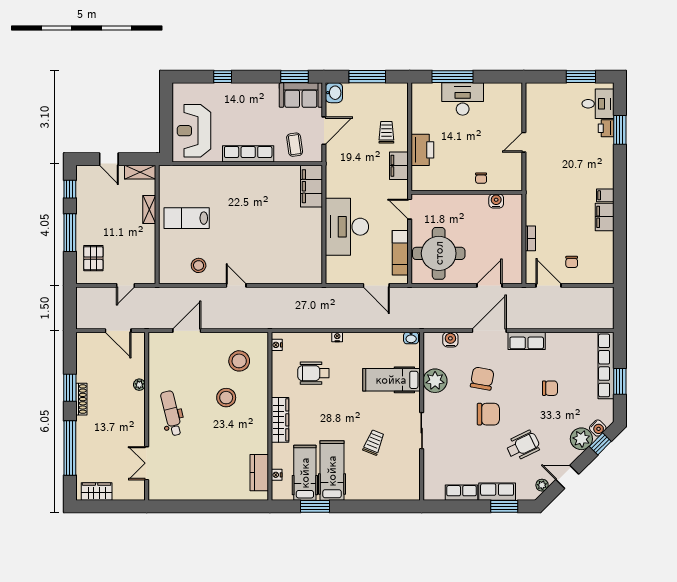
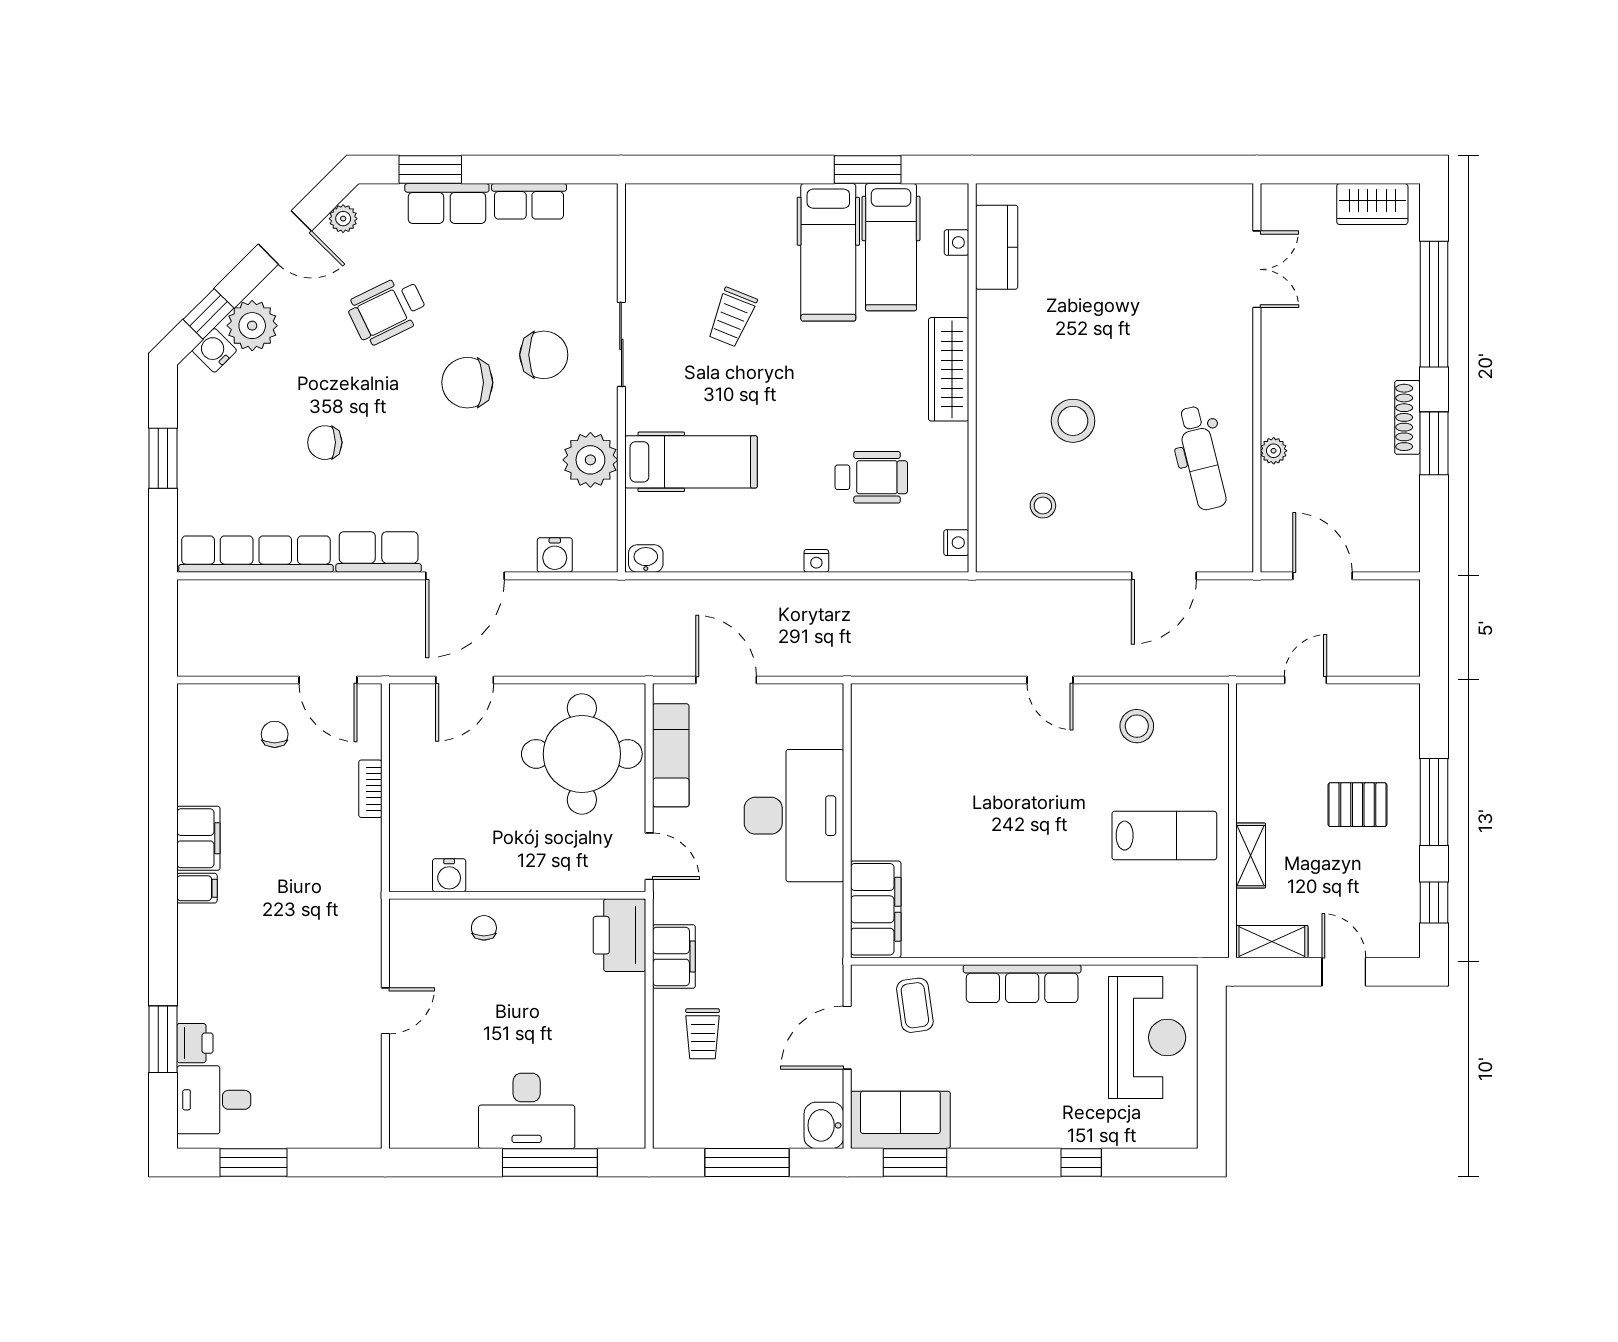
printer: (422, 150) -> (620, 935), moved
pallet: (93, 258) -> (1357, 805), moved, turned 90
stool: (239, 361) -> (1043, 506), width x0.53, depth x0.53
row of seats: (606, 365) -> (256, 554), moved, turned -90
chair: (482, 379) -> (544, 355), moved, turned -100
dental chair: (172, 413) -> (1201, 458), moved

